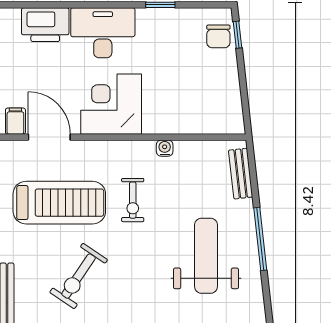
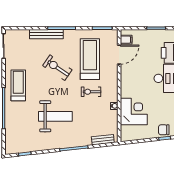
corner desk: (111, 104) -> (134, 111), moved
treadmill: (59, 203) -> (90, 59), turned 180
weight bench: (206, 256) -> (55, 116), moved

